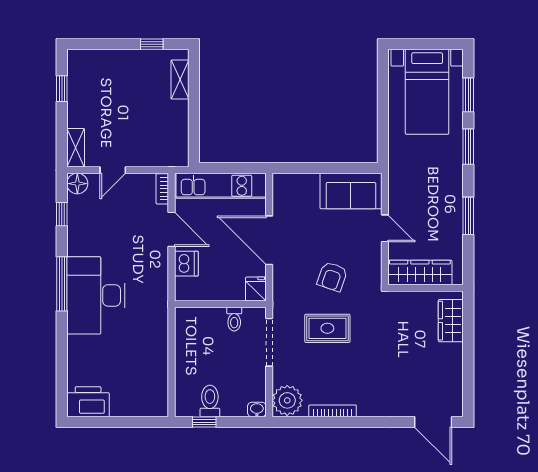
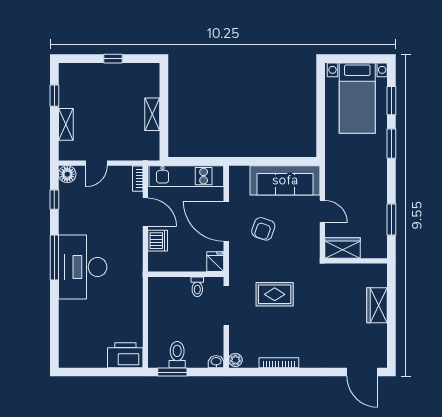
window: (152, 44) -> (113, 59), moved
shelving: (180, 80) -> (152, 114), moved
shelving: (76, 148) -> (66, 124), moved
sofa: (351, 191) -> (285, 180), width x1.36
window: (468, 216) -> (391, 220), moved
wardrobe: (420, 273) -> (343, 248), width x0.67
armchair: (332, 277) -> (263, 229), moved
wardrobe: (451, 321) -> (377, 305), moved
plant: (287, 400) -> (235, 360), width x0.53, depth x0.53
printer: (88, 402) -> (125, 355), moved
window: (204, 422) -> (172, 372), width x1.50

